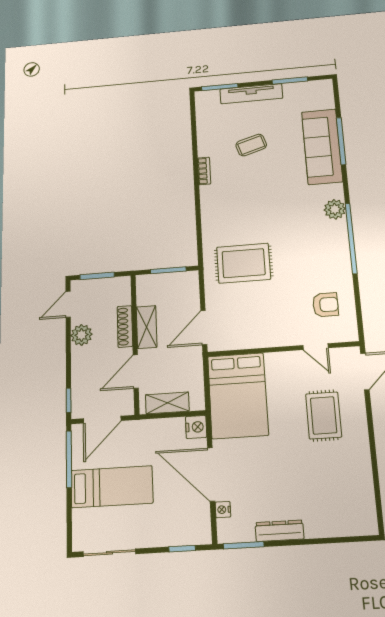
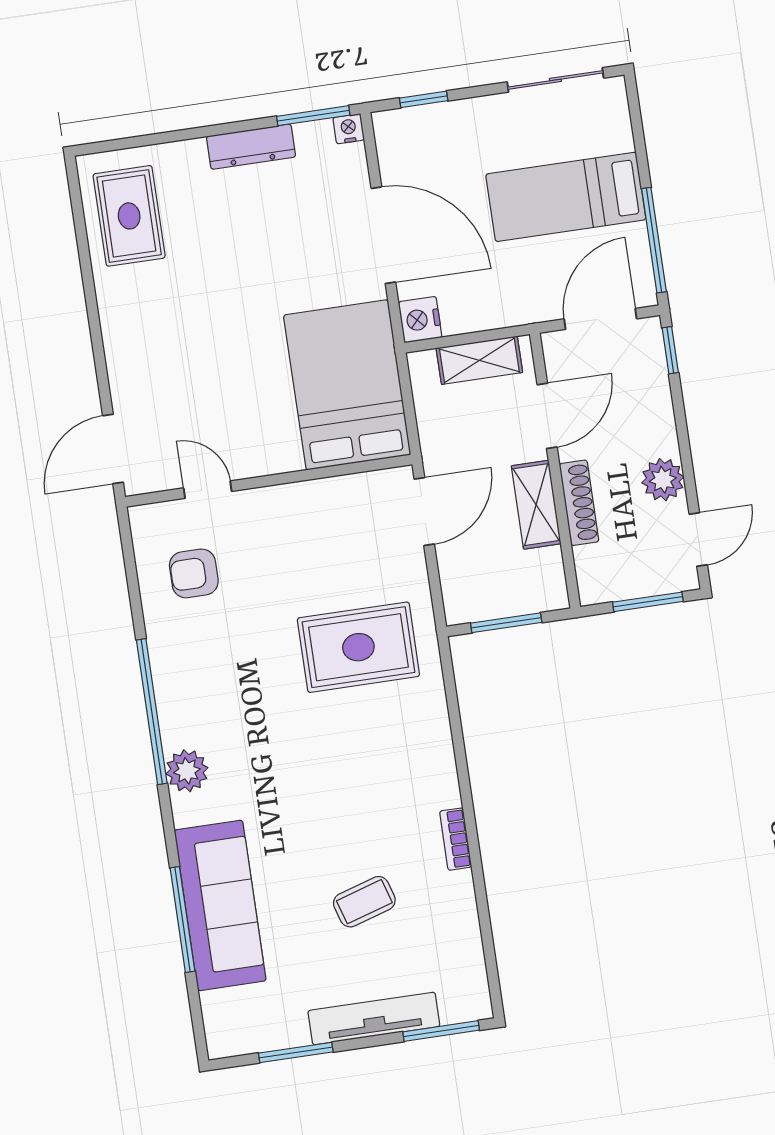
rug: (324, 415) -> (129, 216), moved
nightstand: (223, 510) -> (349, 129), moved, turned -90

